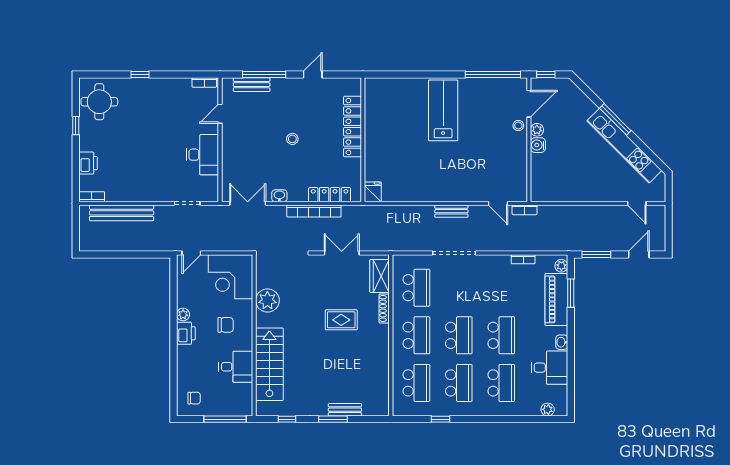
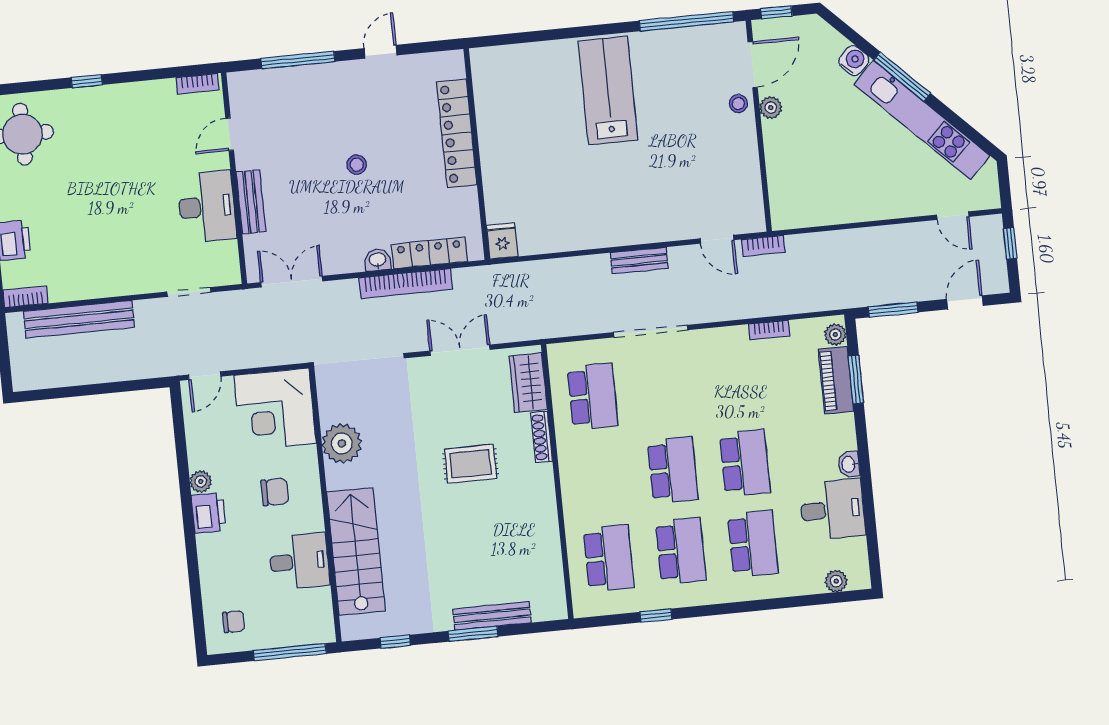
bench: (252, 85) -> (251, 202), moved, turned 90
water cooler: (538, 145) -> (854, 60), moved, turned 135
washbasin: (279, 196) -> (378, 260), moved
window: (669, 223) -> (1010, 243), added
piano: (556, 299) -> (836, 380), width x0.73, depth x0.75
school desk: (416, 335) -> (601, 477), removed
bench: (345, 410) -> (492, 616), width x1.36

